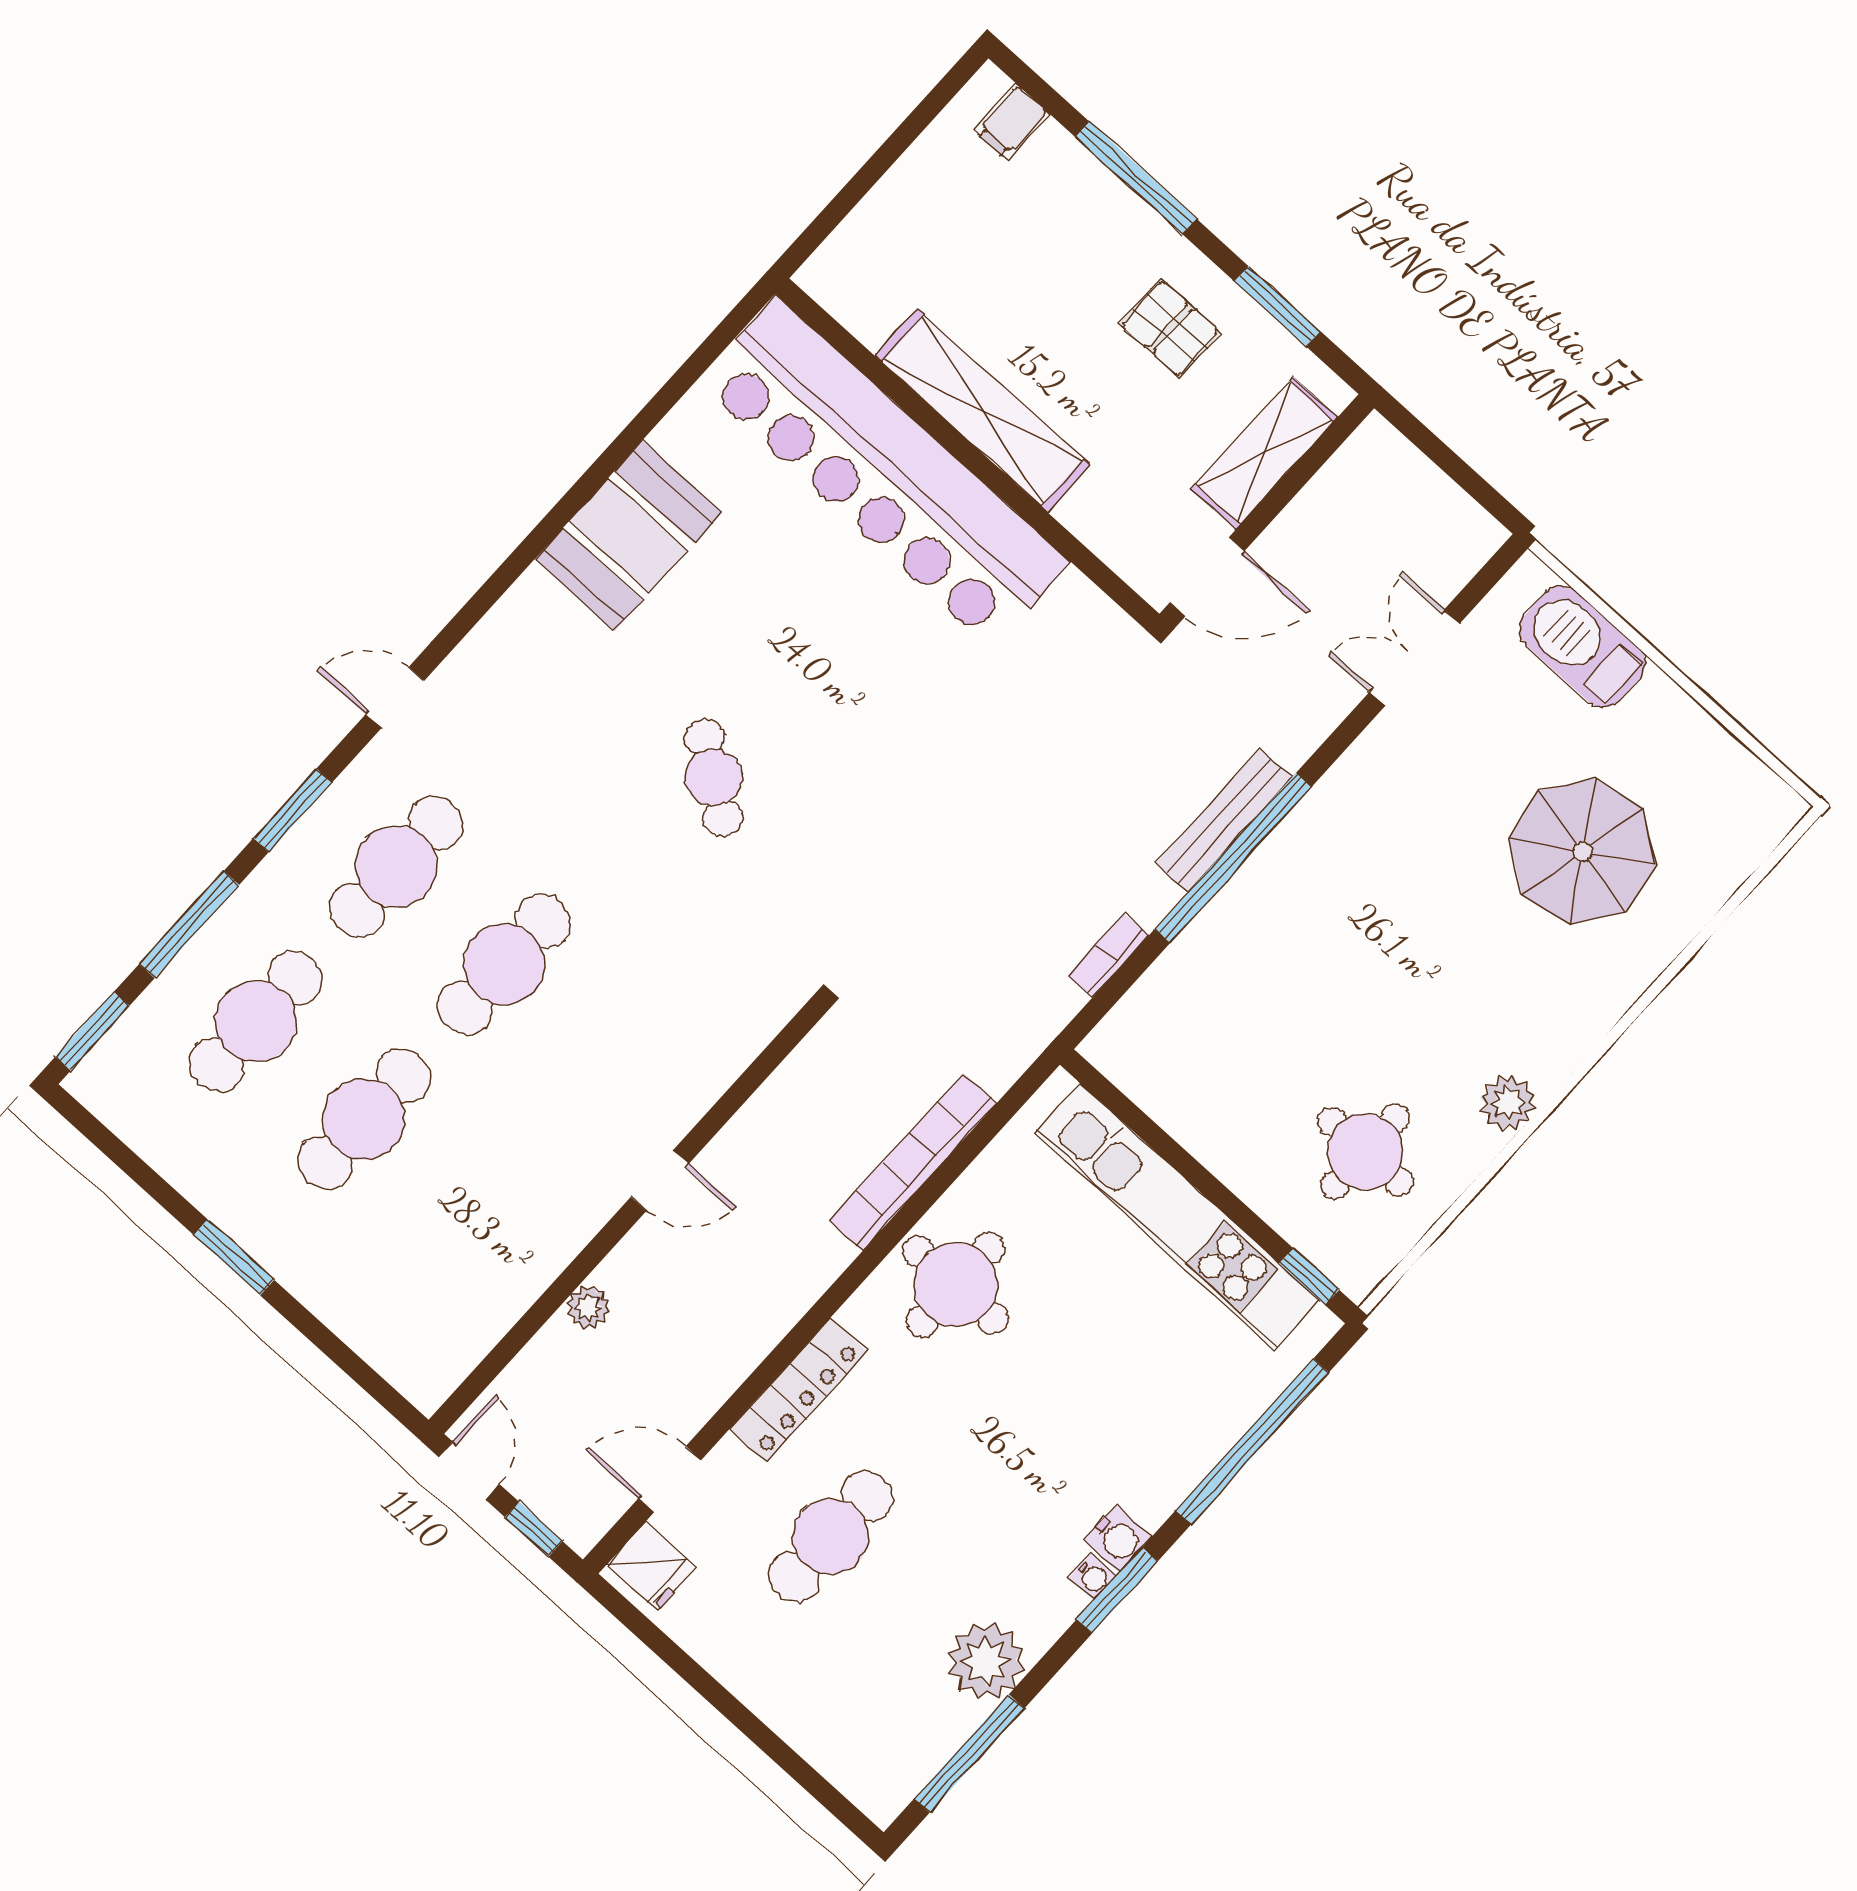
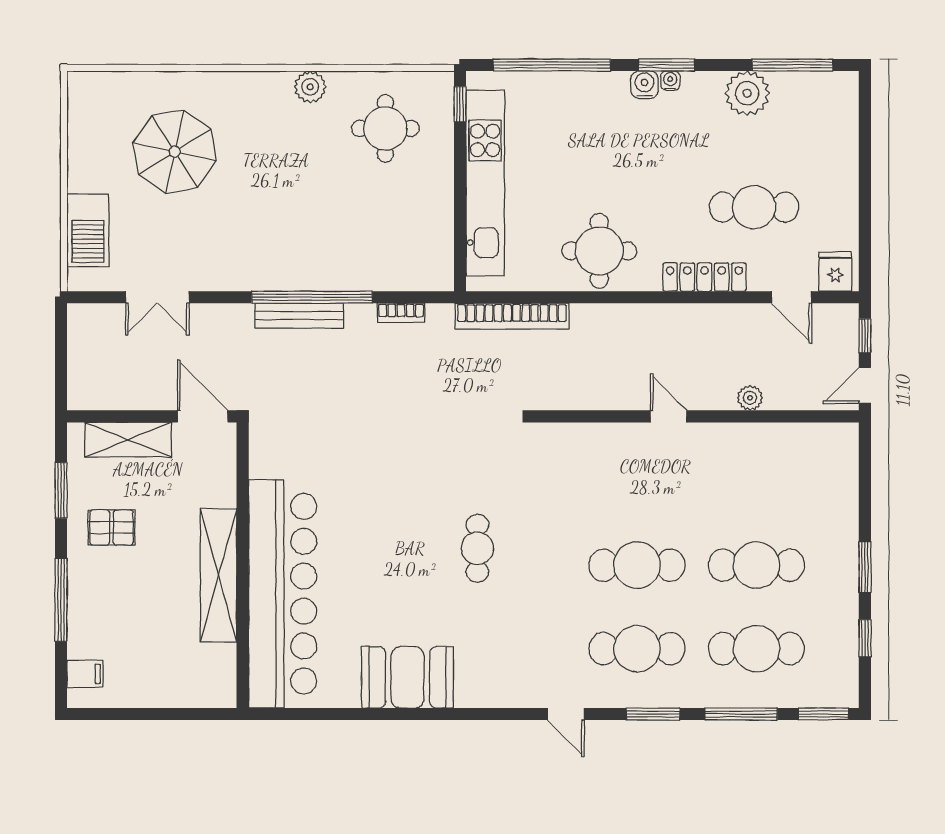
pallet: (1170, 328) -> (112, 527), turned 90
cafe table: (714, 778) -> (477, 548), turned -35
bookcase: (913, 1162) -> (512, 316), moved
window: (142, 1174) -> (865, 638), added

